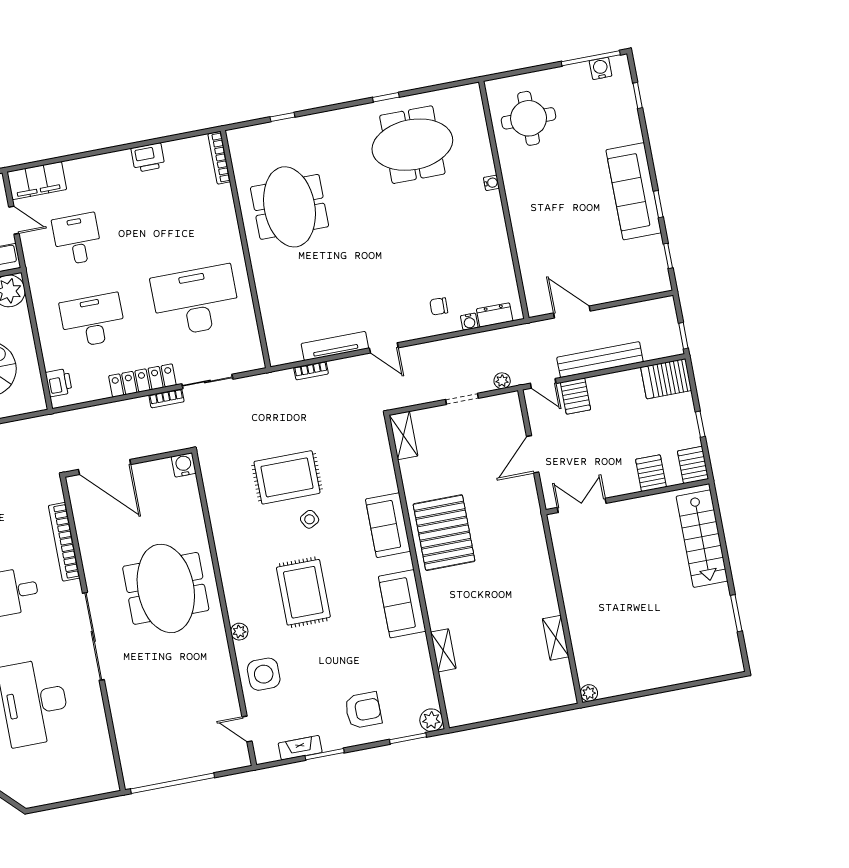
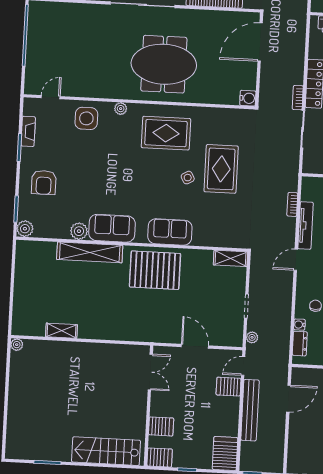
rug: (303, 592) -> (166, 133), moved
plant: (417, 647) -> (79, 231), added
shelving: (443, 650) -> (90, 252), width x2.20, depth x1.33

